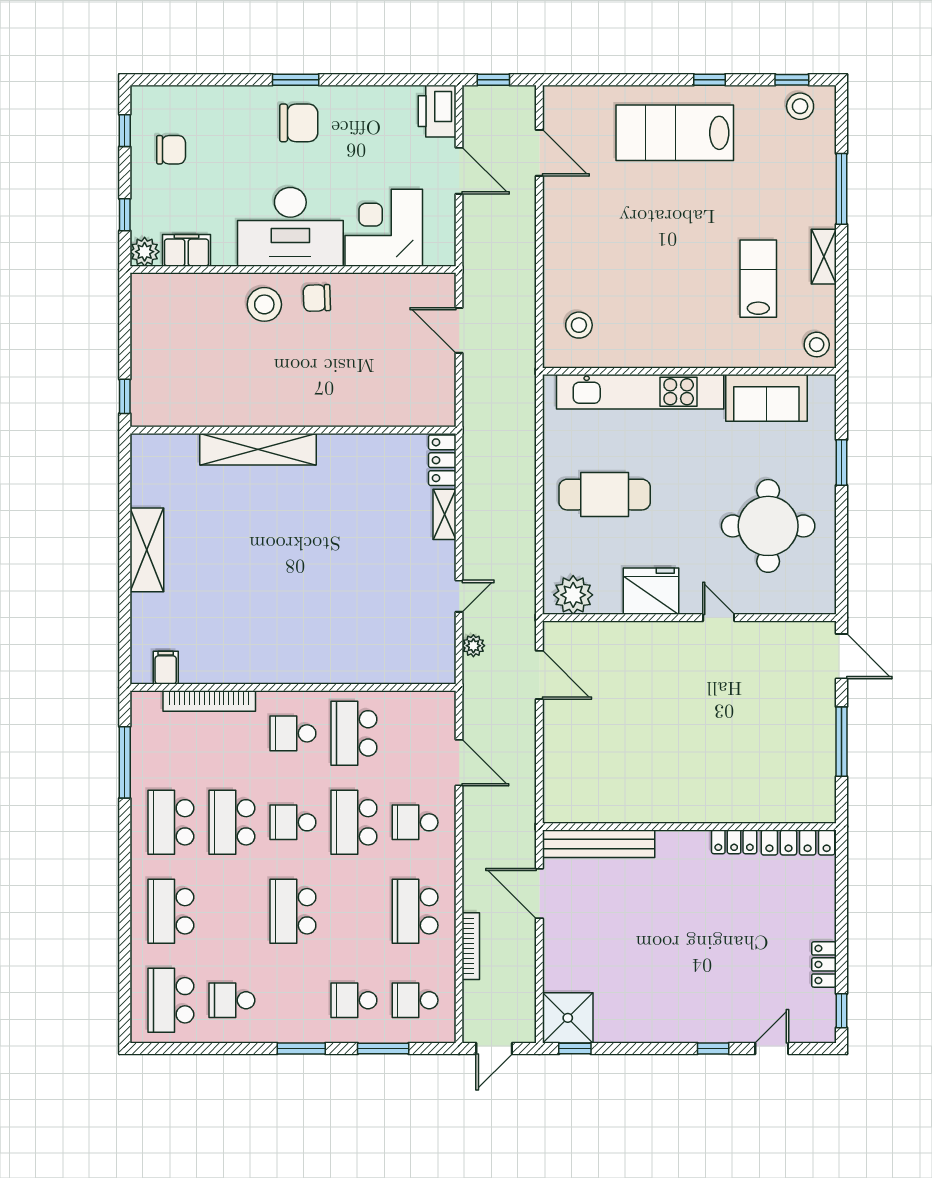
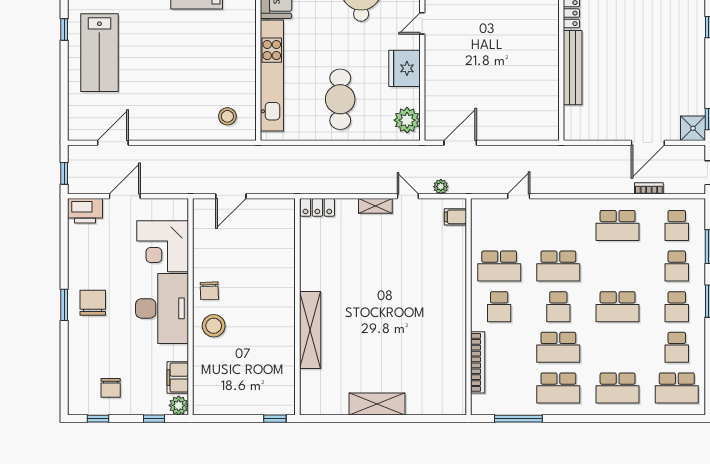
chair: (171, 150) -> (111, 388), turned 180
shelving: (444, 514) -> (375, 206), moved
filing cabinet: (166, 668) -> (455, 217), moved
door: (459, 763) -> (519, 196), width x0.73
school desk: (415, 822) -> (677, 307), moved
bench: (599, 844) -> (573, 68), moved
door: (539, 893) -> (648, 143), moved
bookcase: (471, 946) -> (649, 188), width x0.64
shower: (568, 1018) -> (693, 128), width x0.73, depth x0.73

